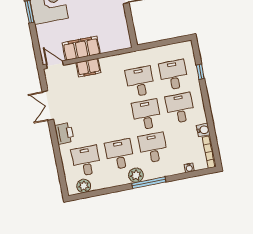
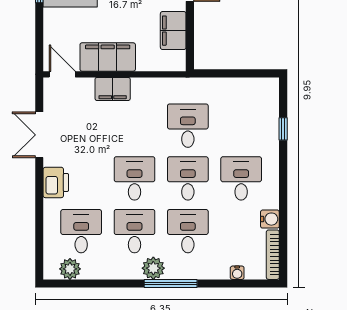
filing cabinet: (119, 24) -> (173, 31), added
desk: (174, 75) -> (134, 178), moved

